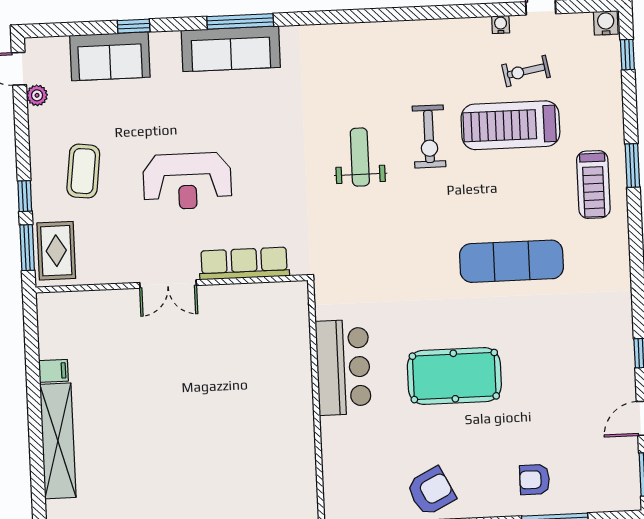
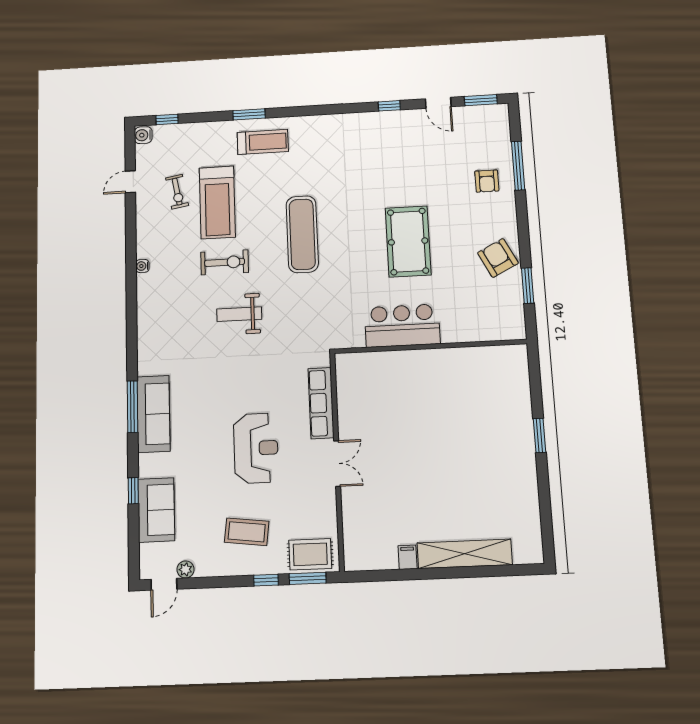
water cooler: (501, 24) -> (142, 266), moved
exercise mat: (511, 261) -> (302, 234), moved

